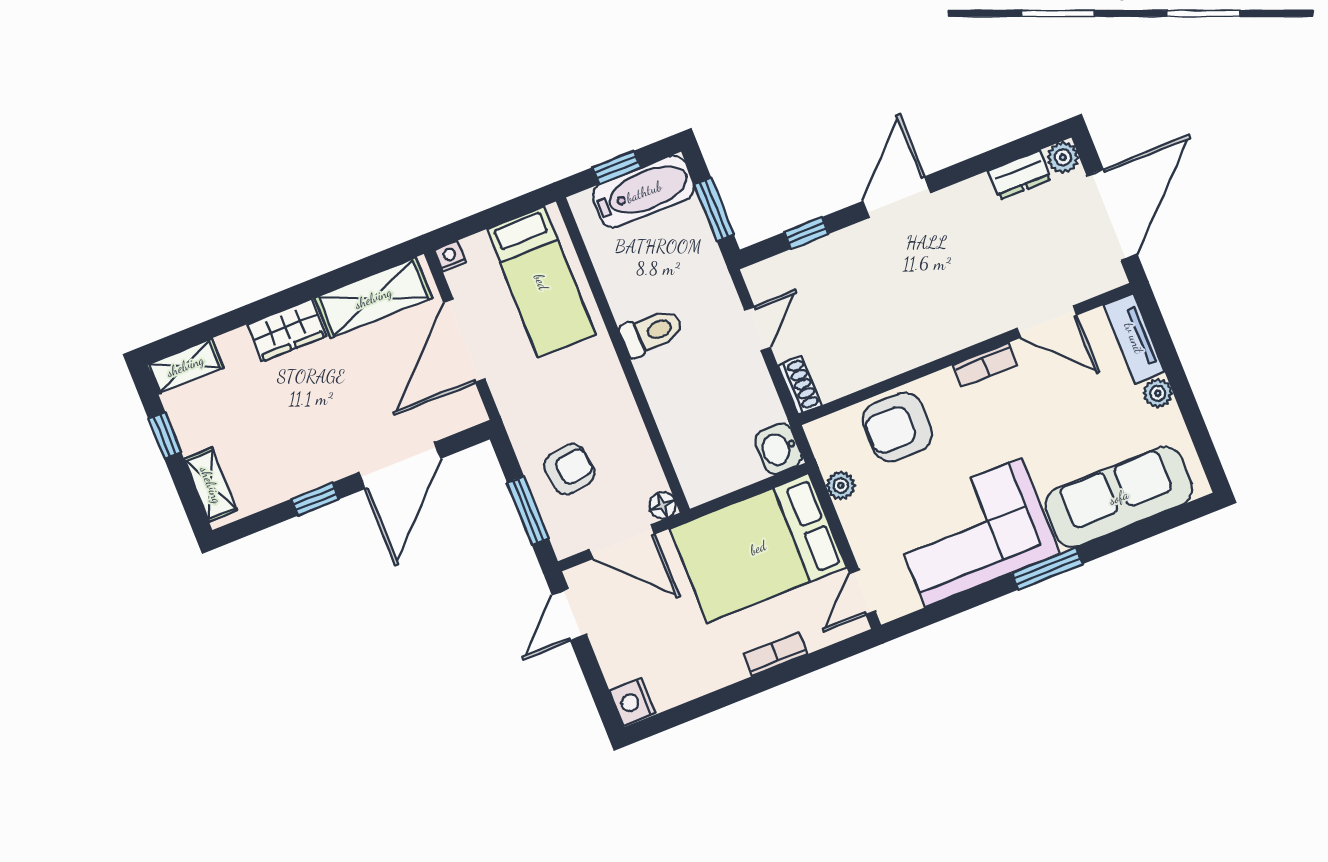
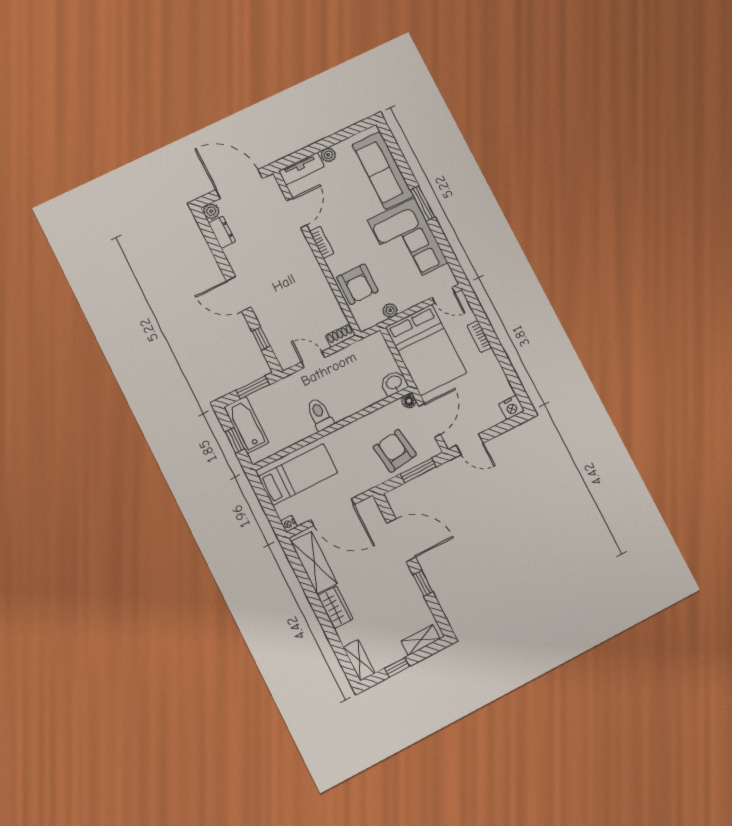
washbasin: (778, 449) -> (394, 383), moved, turned 180
armchair: (569, 469) -> (395, 451), width x1.38, depth x1.38

